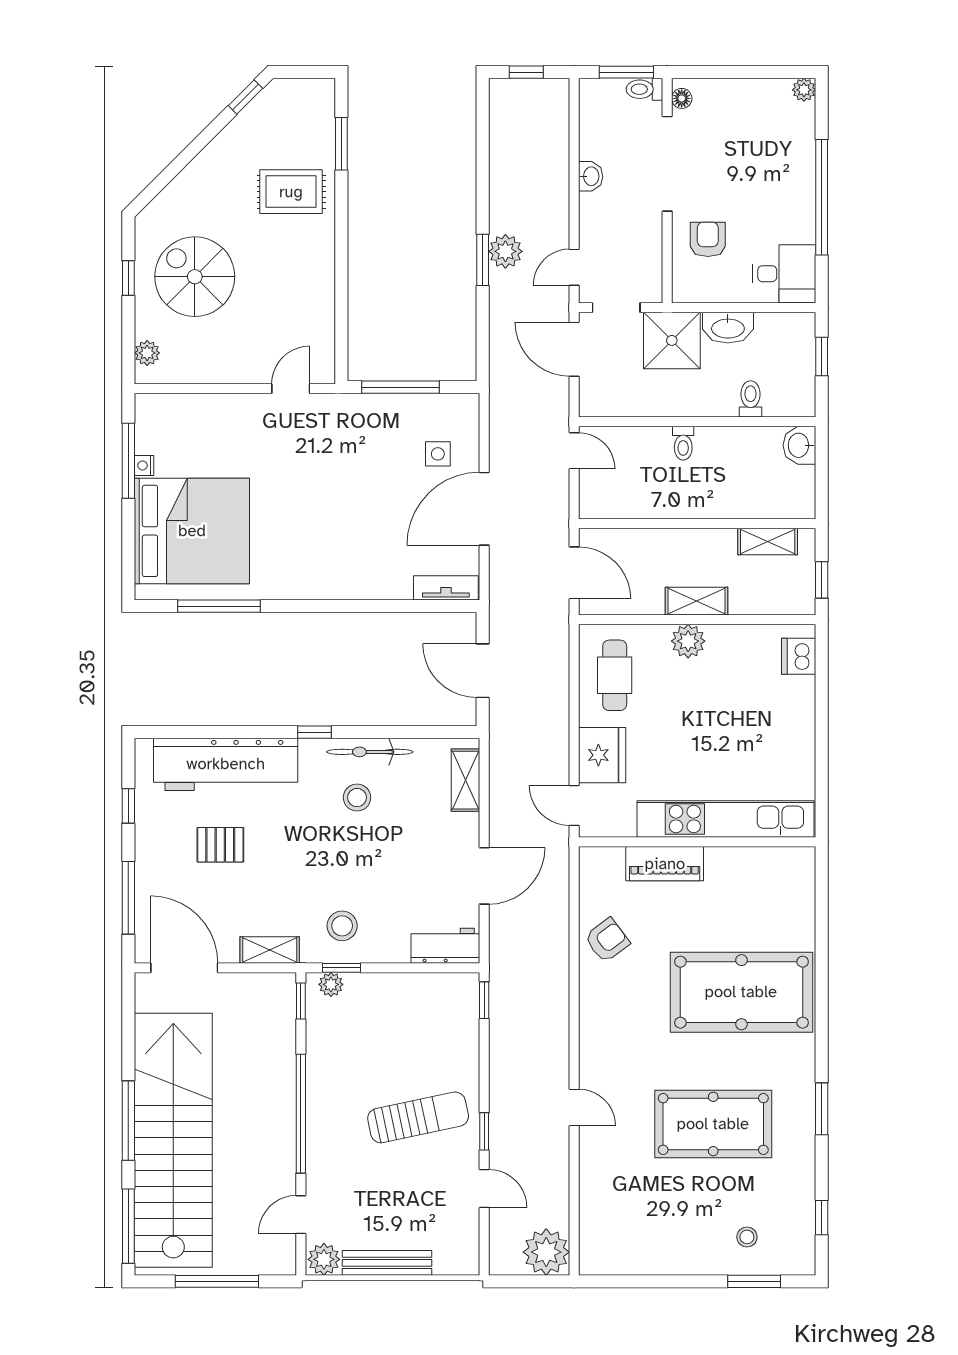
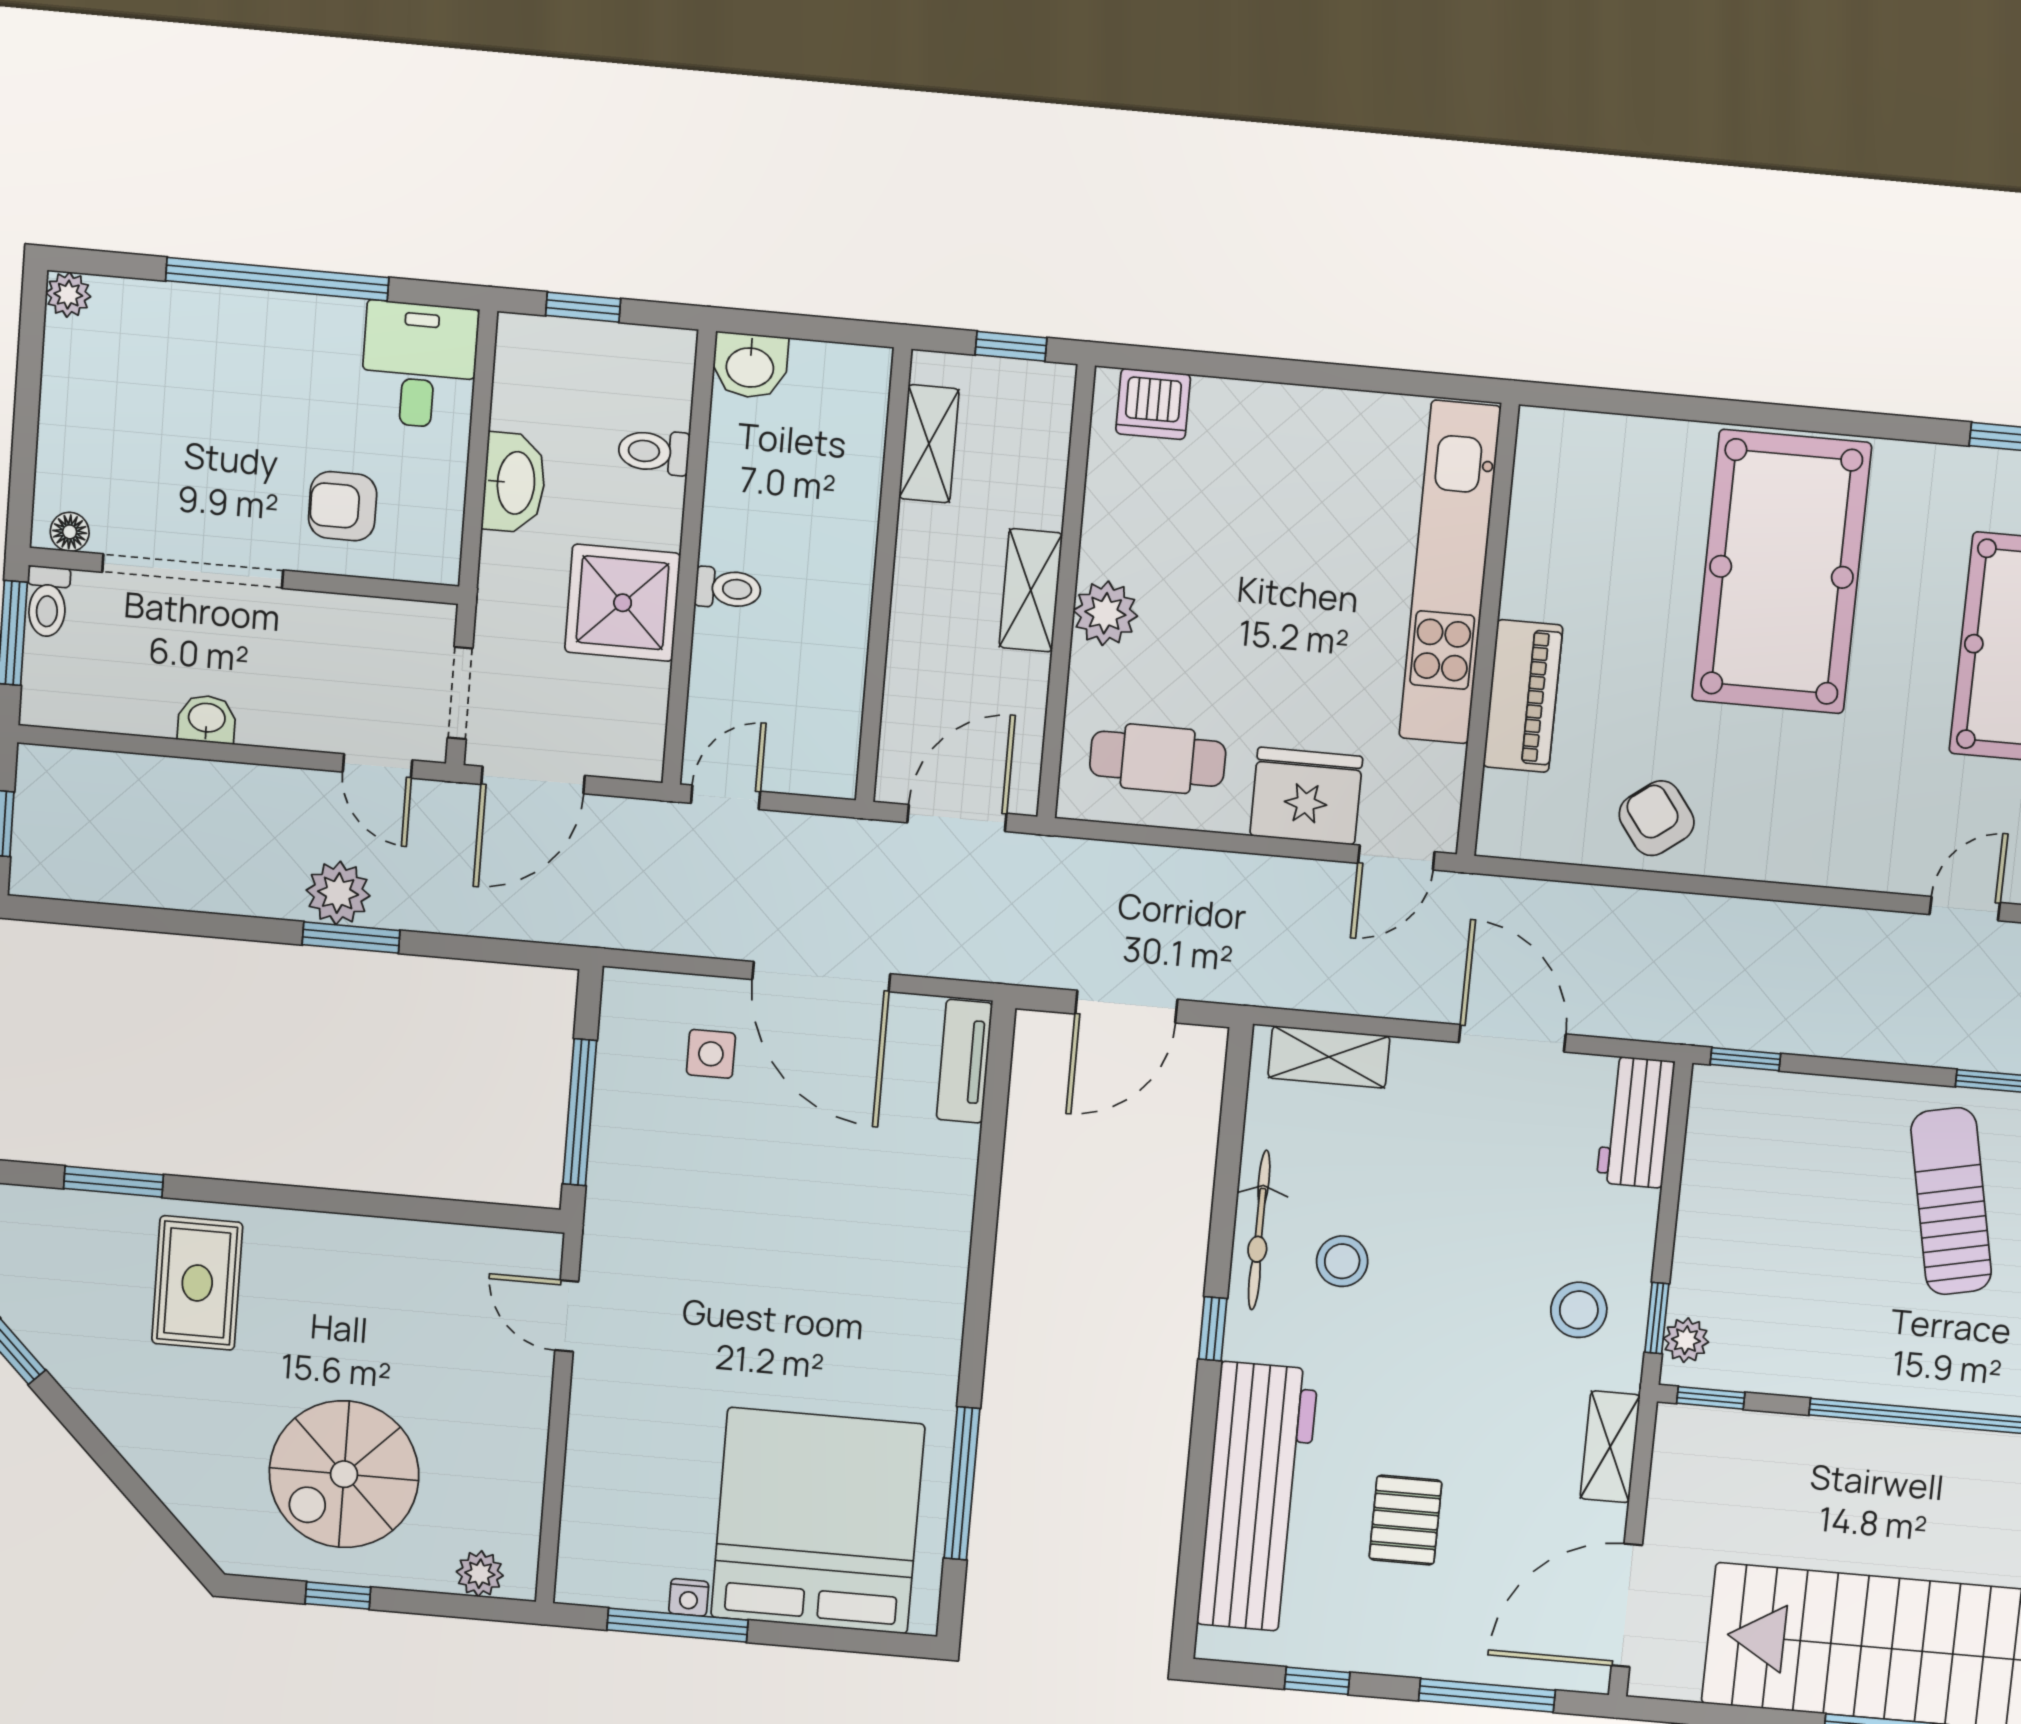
shower: (672, 340) -> (623, 603), moved

